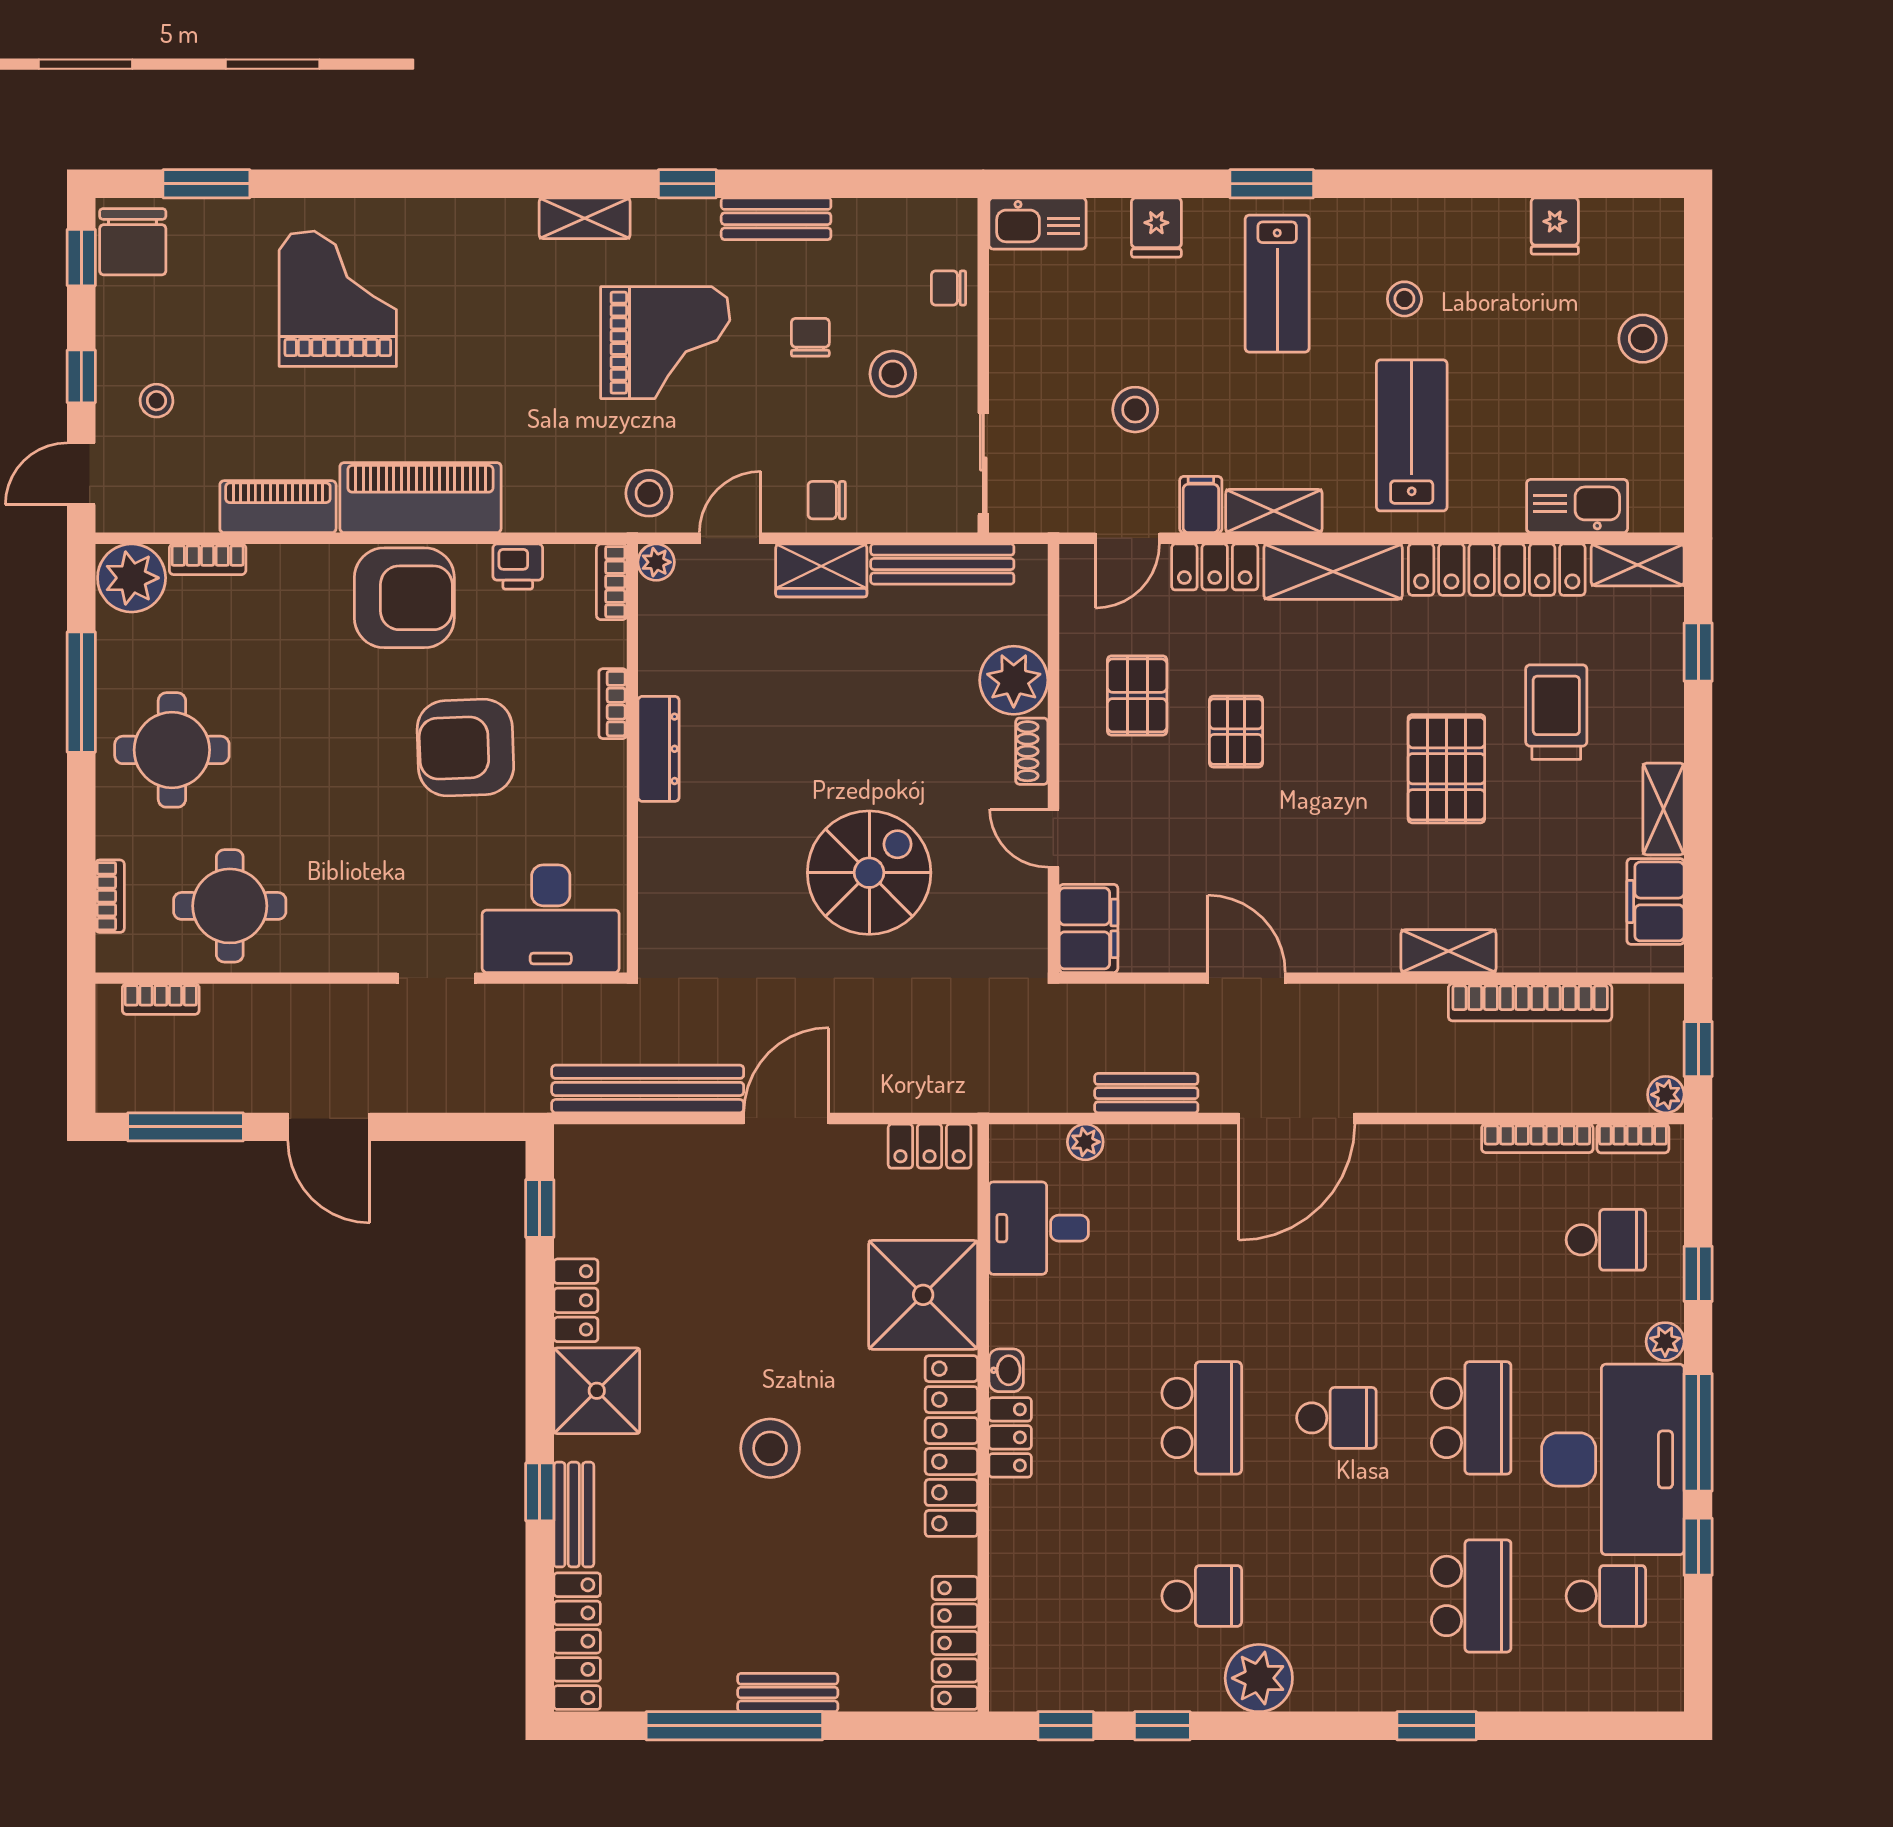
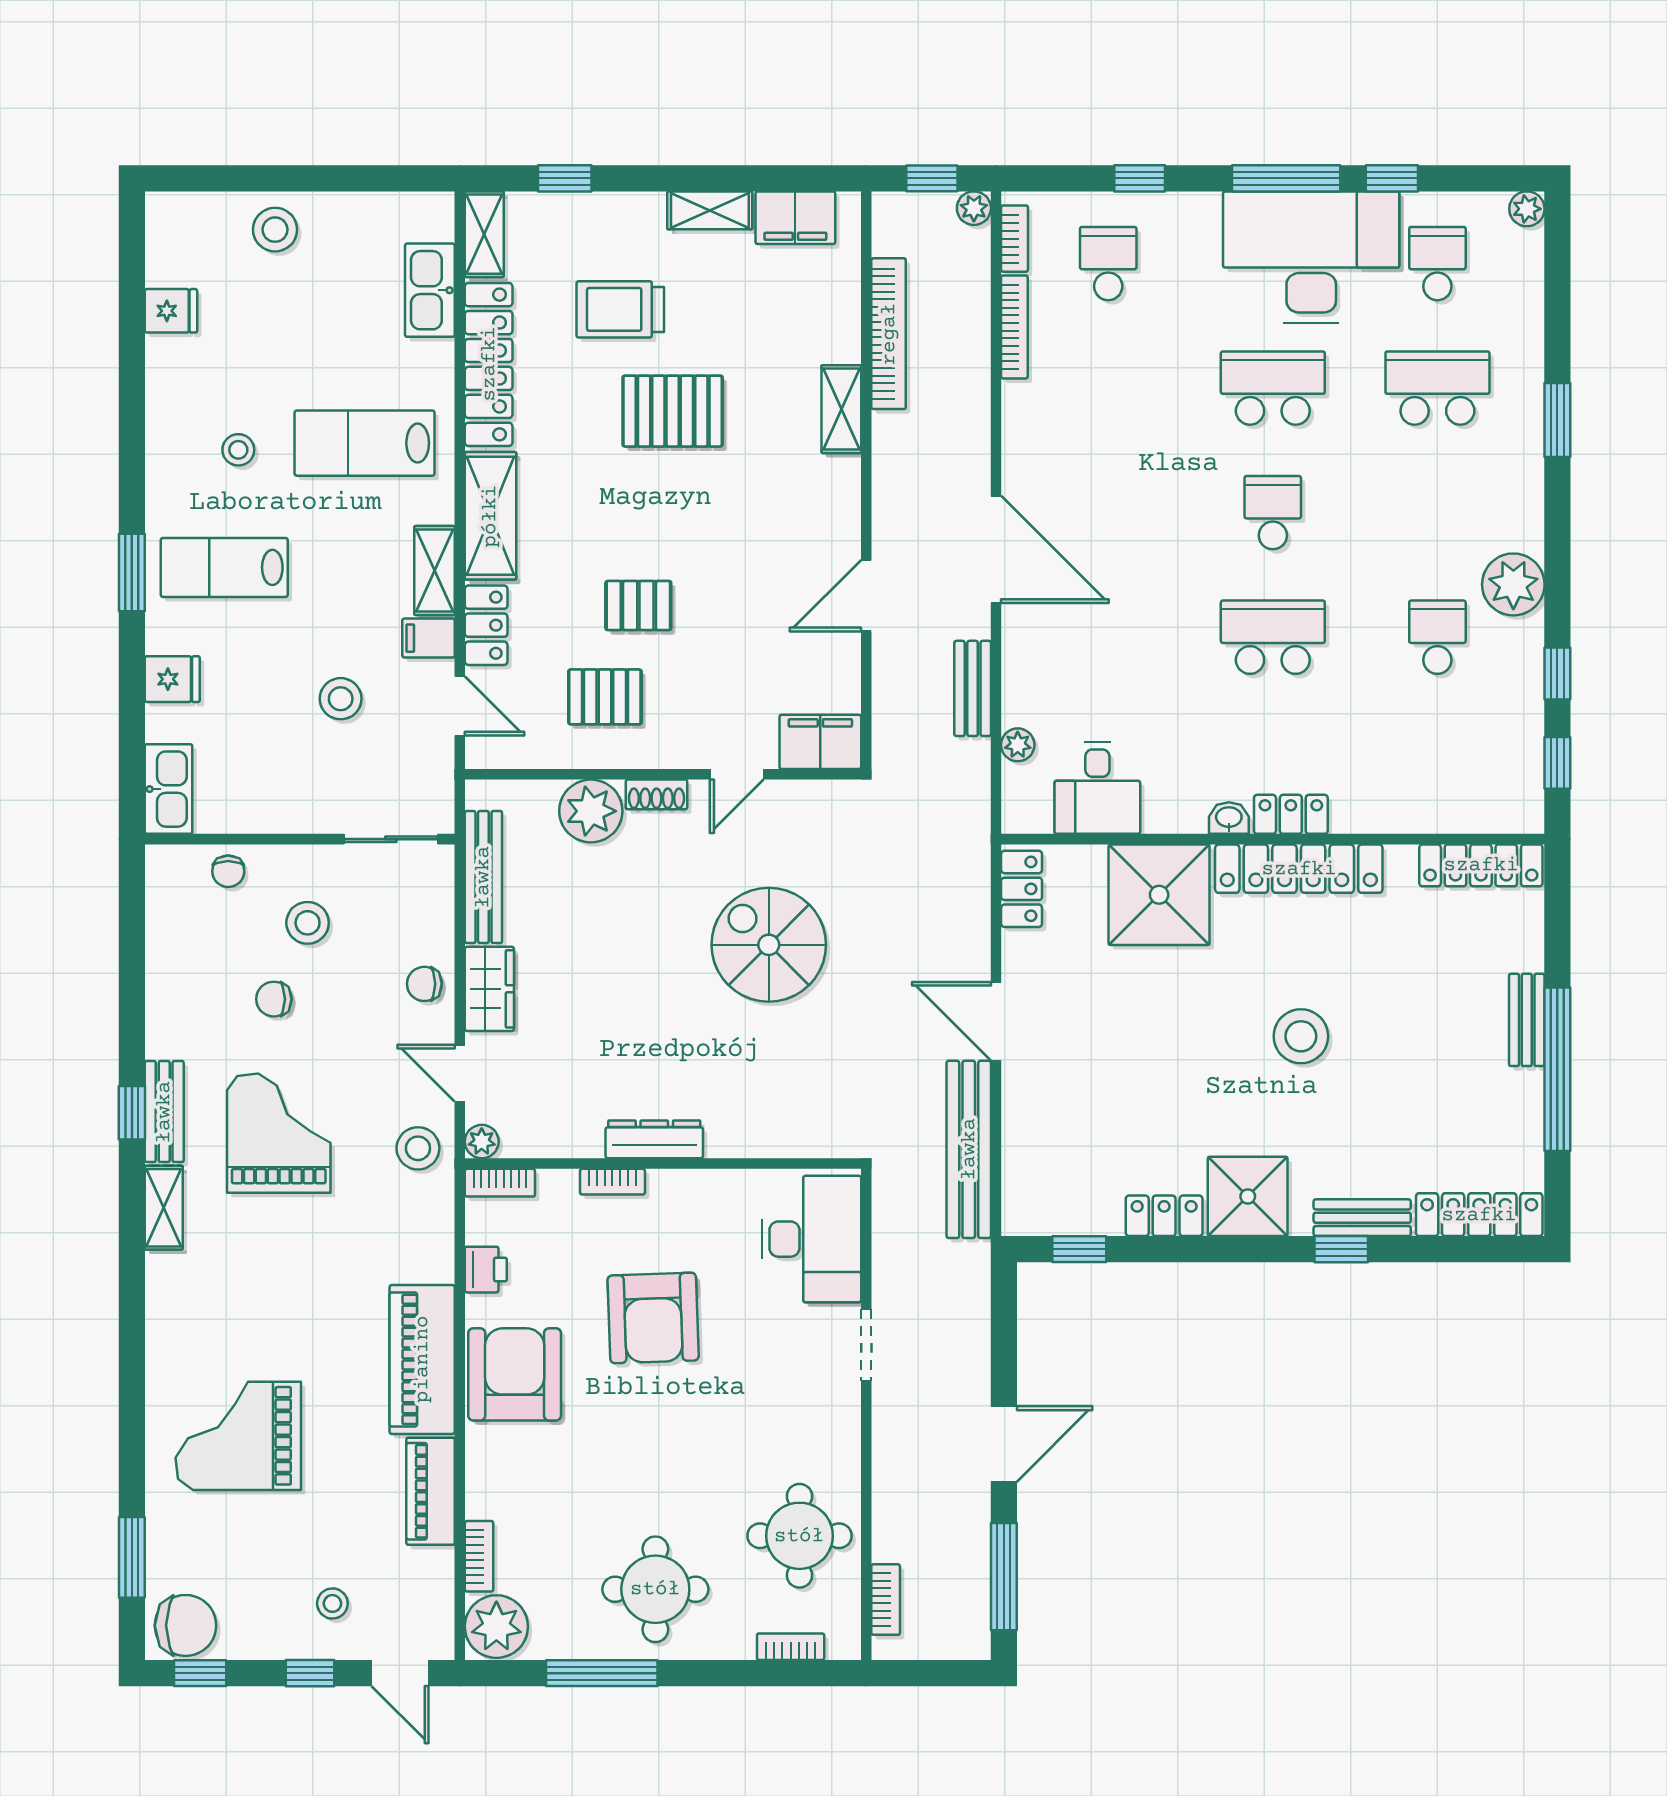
bench: (776, 219) -> (164, 1112), moved
lab bench: (1277, 284) -> (224, 567), turned 180
chair: (827, 500) -> (424, 984), turned 90
plant: (1665, 1342) -> (1527, 209), moved

